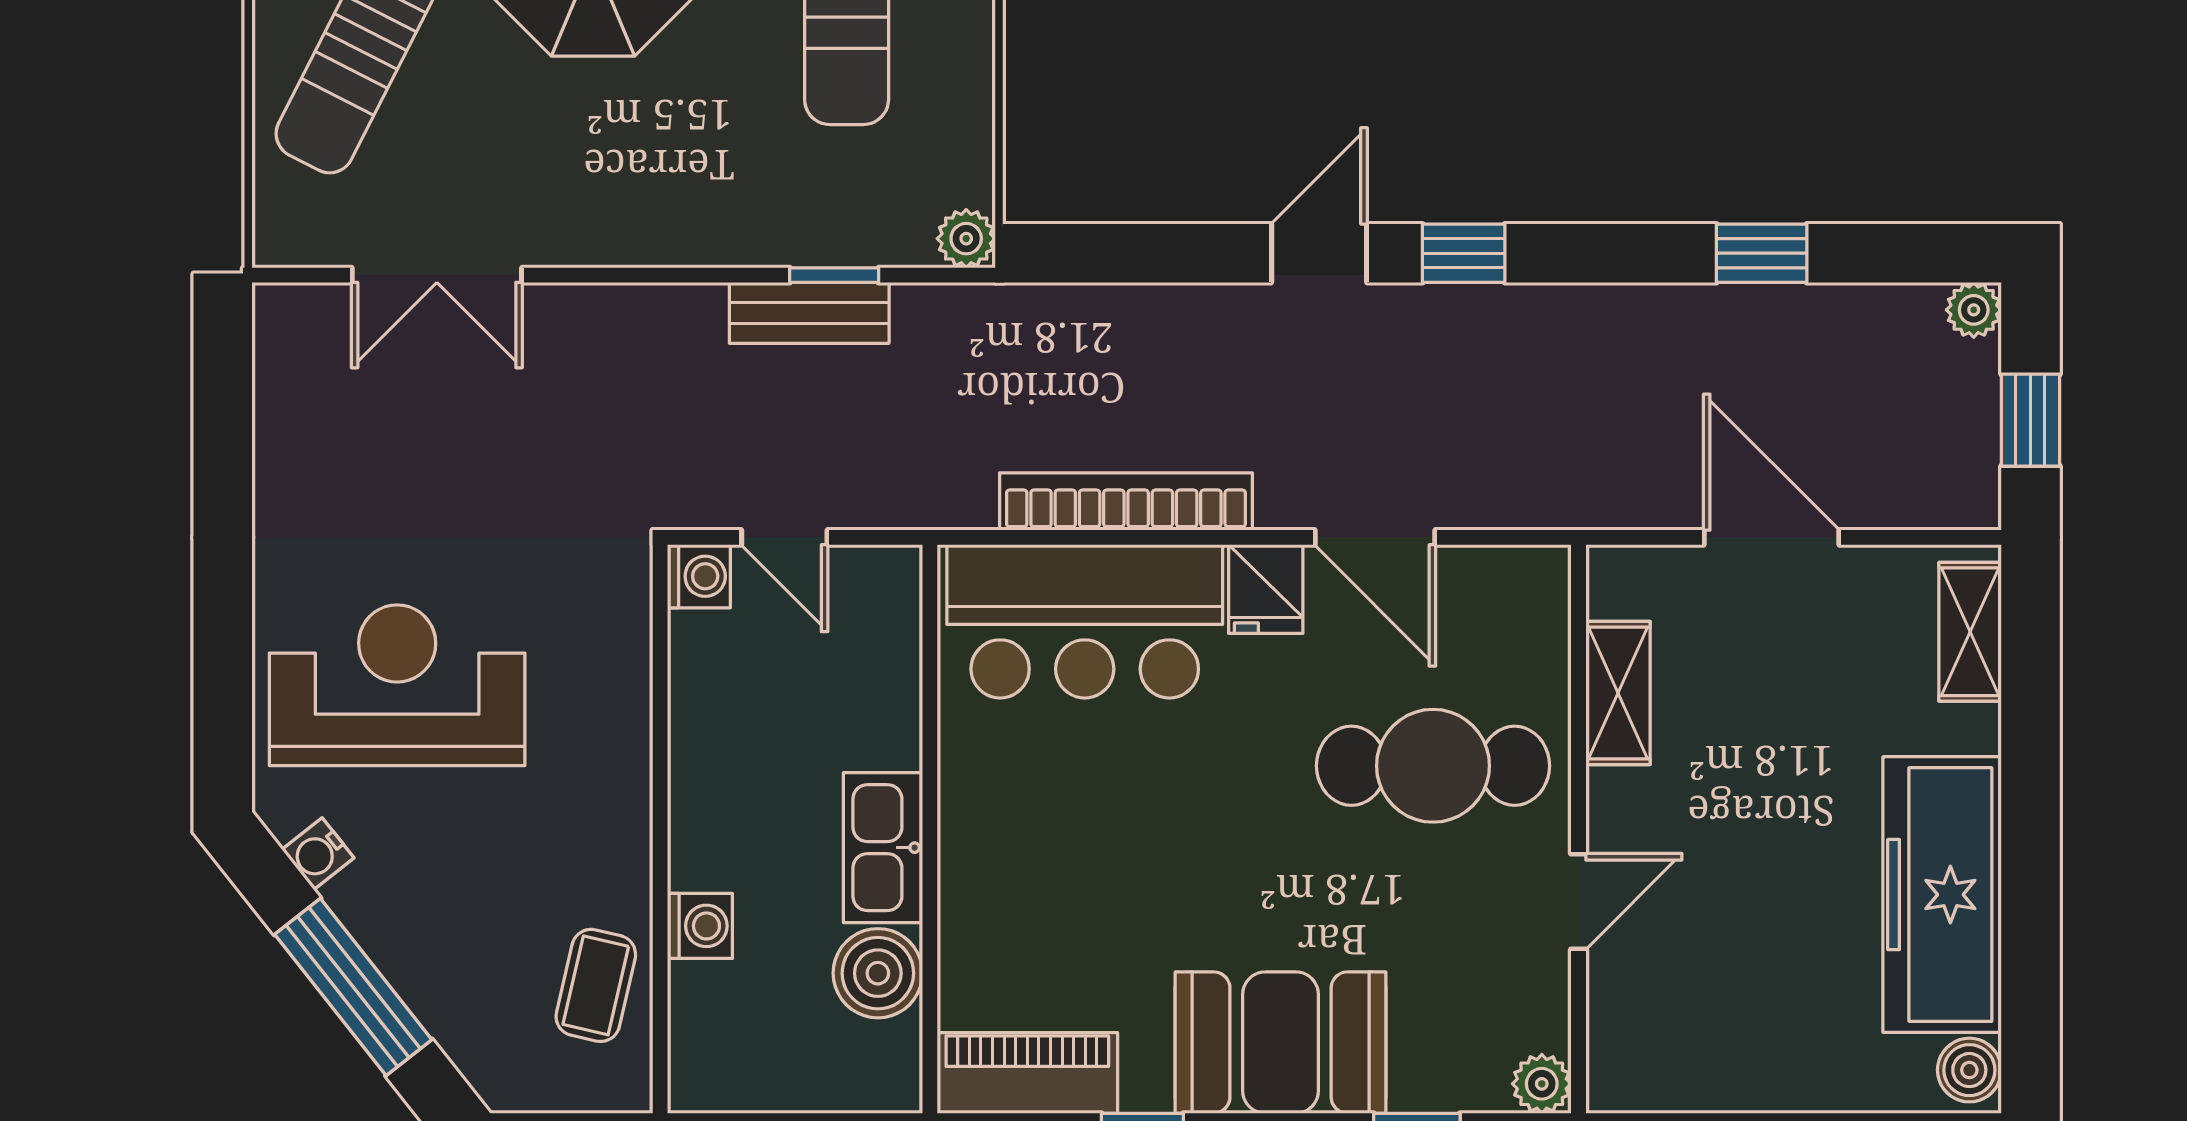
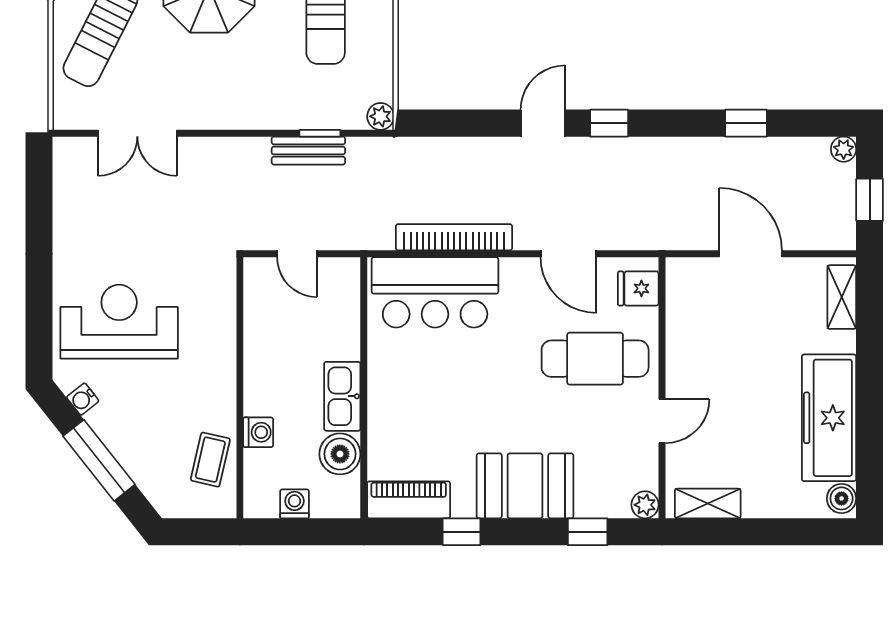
washing machine: (699, 576) -> (294, 504), moved, turned -90
fridge: (1266, 589) -> (638, 288), moved, turned 90
shelving: (1618, 693) -> (708, 504), moved, turned 90

